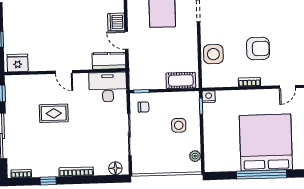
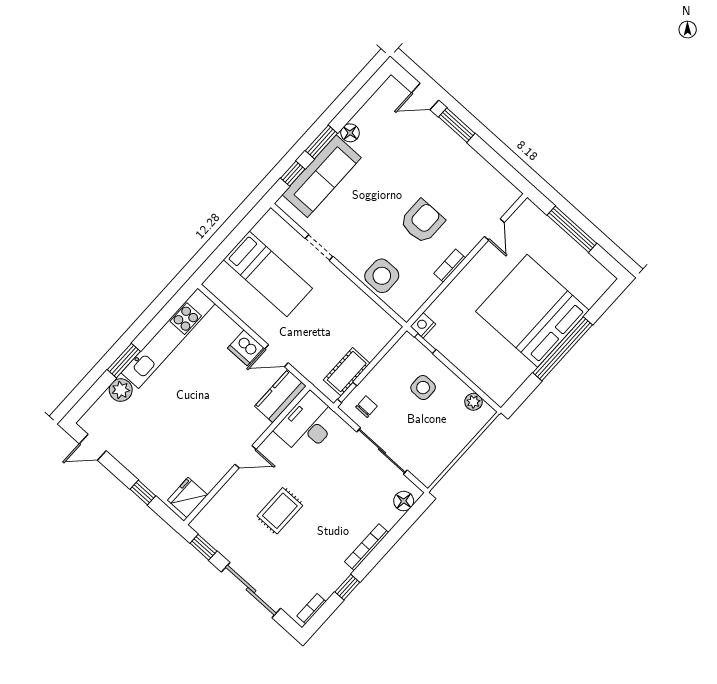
cot: (181, 80) -> (347, 372), moved

